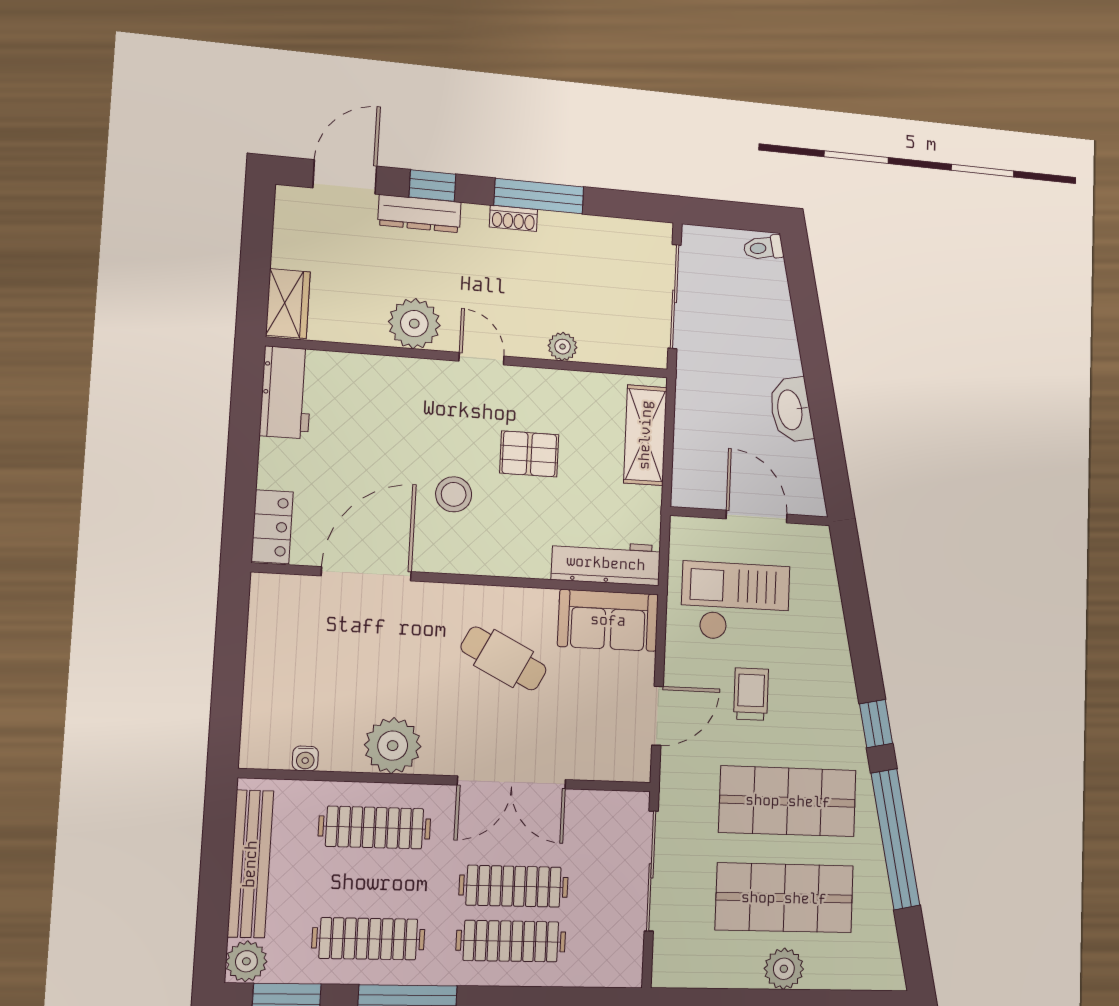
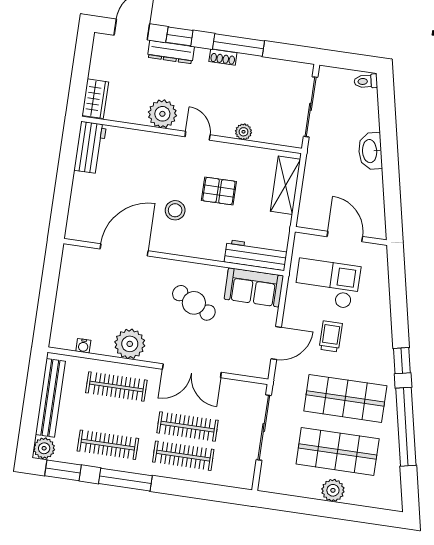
washbasin: (791, 410) -> (370, 151), moved
locker: (272, 527) -> (77, 220), removed

